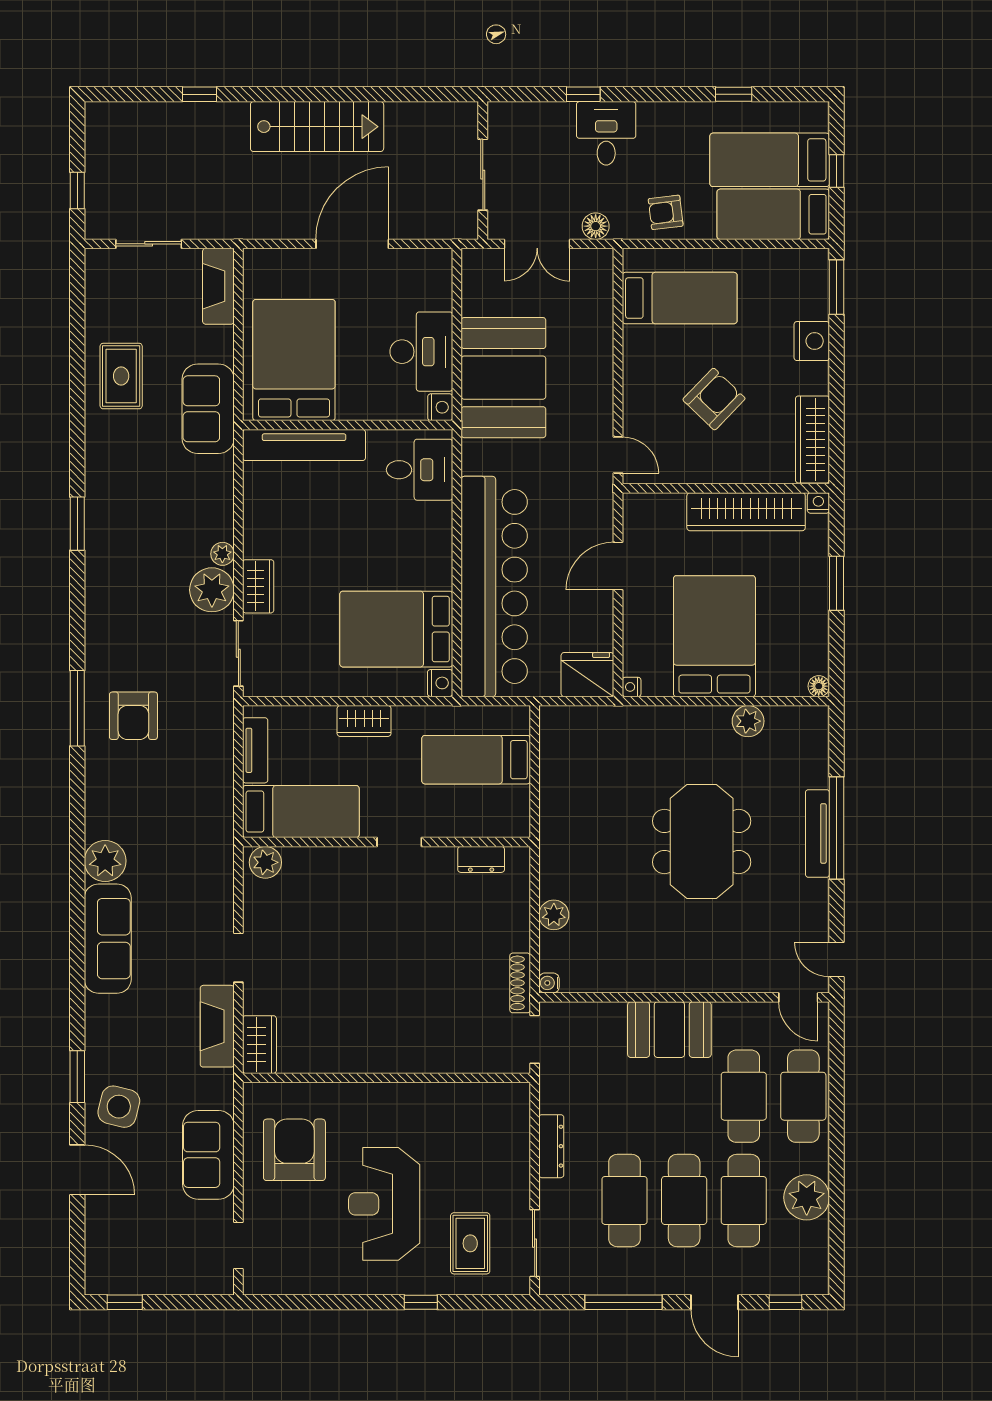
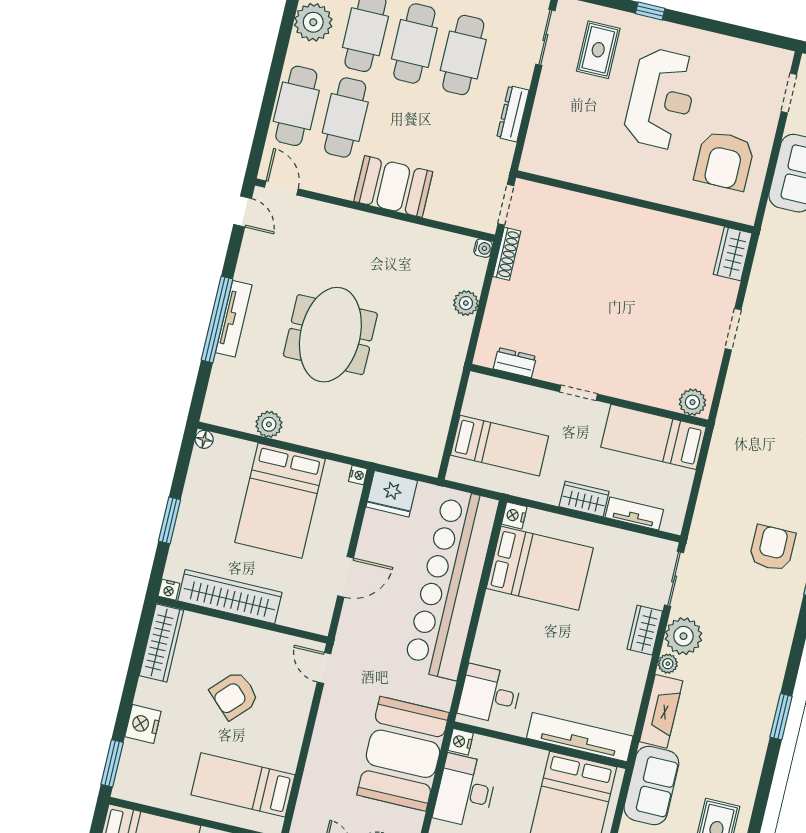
tv unit: (255, 750) -> (634, 514), moved, turned 90
fireplace: (217, 1026) -> (661, 711), moved

